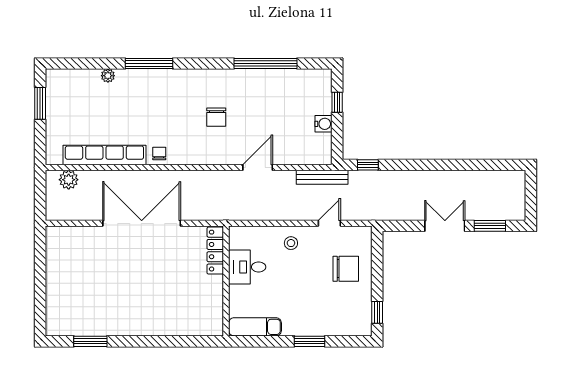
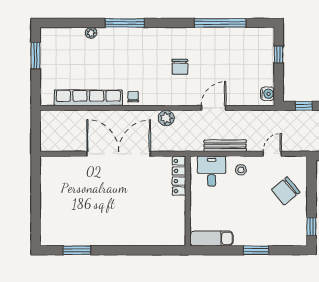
water cooler: (323, 124) -> (267, 94), moved
bench: (322, 177) -> (225, 146), moved
plant: (69, 180) -> (166, 118), moved
desk: (247, 267) -> (212, 171), moved, turned 90
chair: (346, 269) -> (286, 191), turned 141

